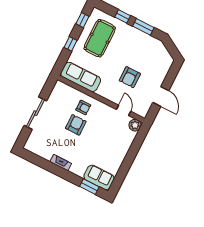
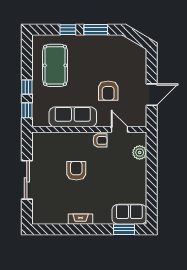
window: (82, 20) -> (27, 110), moved
sofa: (81, 77) -> (73, 117), moved
door: (161, 97) -> (152, 95), hinge flipped
armchair: (83, 107) -> (100, 140), moved
plant: (135, 125) -> (140, 152), moved

